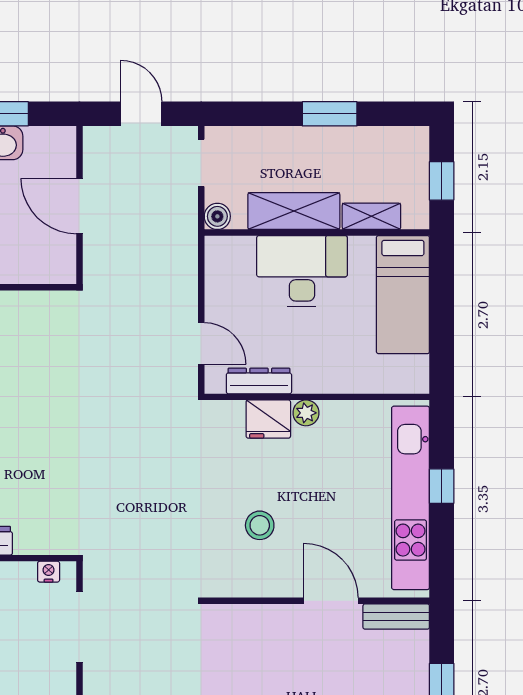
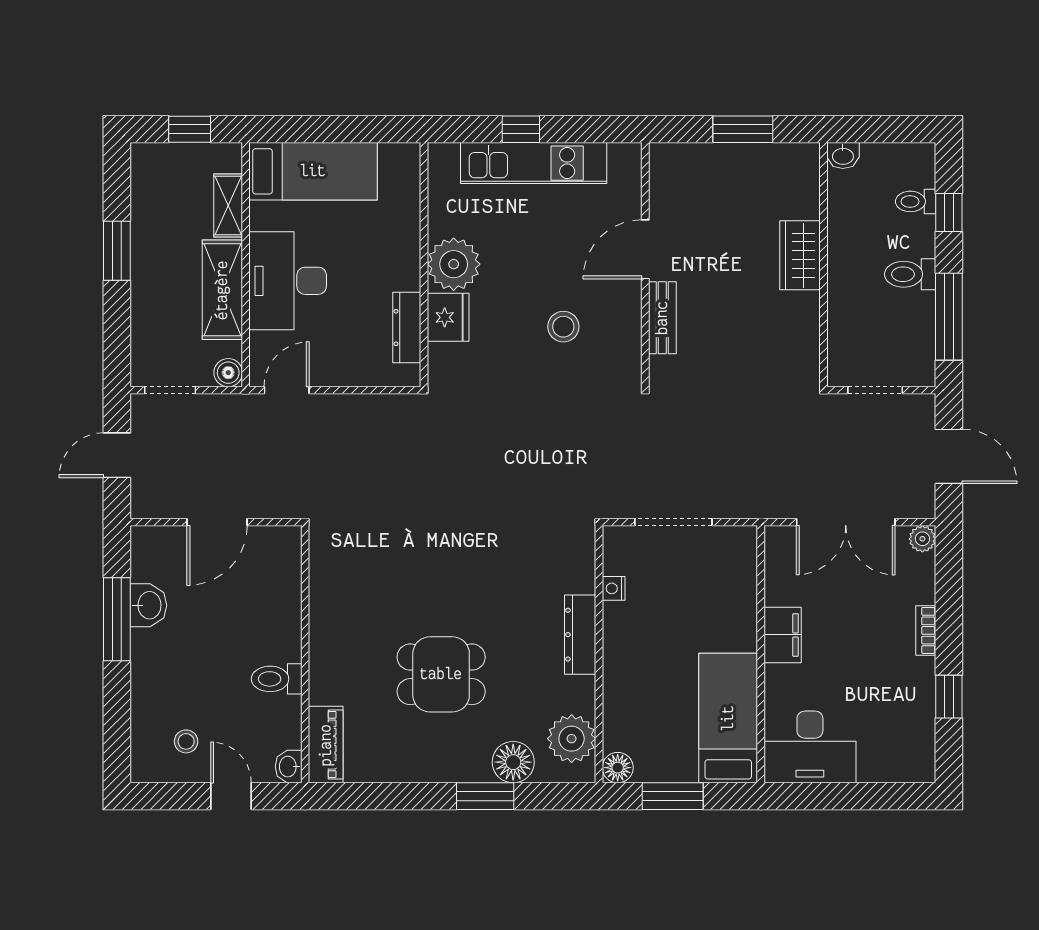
door: (201, 344) -> (287, 390), moved
plant: (306, 413) -> (454, 264), width x1.88, depth x1.88
kitchen unit: (411, 498) -> (534, 163), width x0.73
nightstand: (49, 572) -> (614, 588), moved
bench: (396, 617) -> (662, 318), moved

